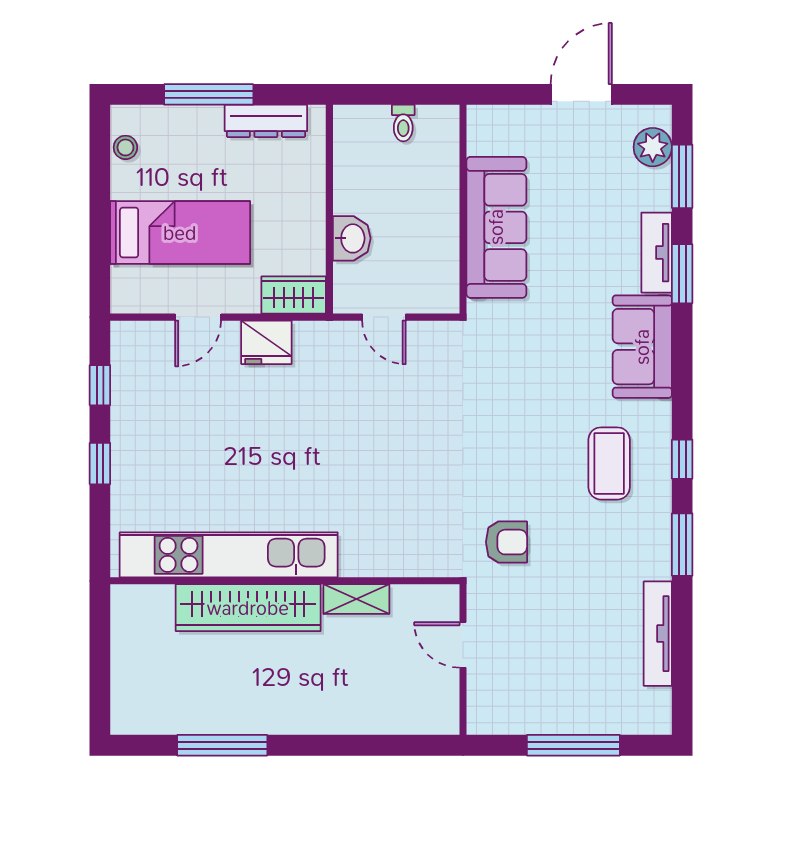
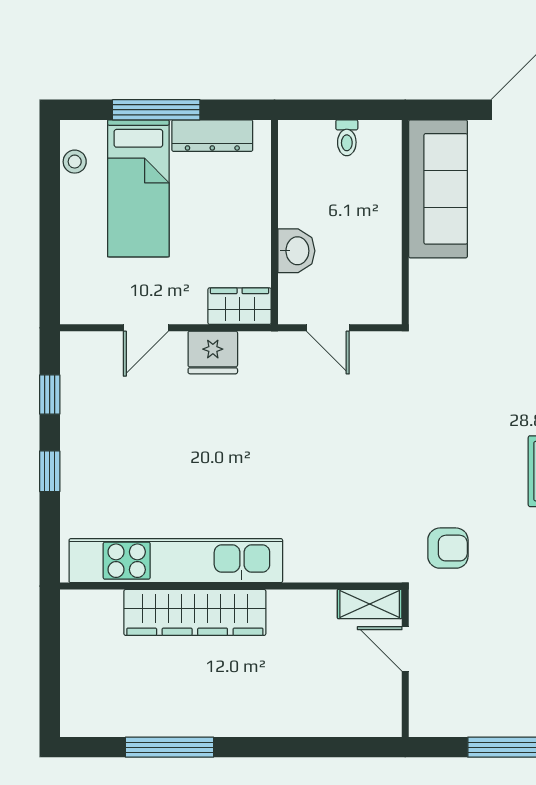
sofa: (496, 227) -> (438, 189), moved
bed: (180, 233) -> (138, 188), moved, turned 90
shelving: (356, 599) -> (370, 604), moved

